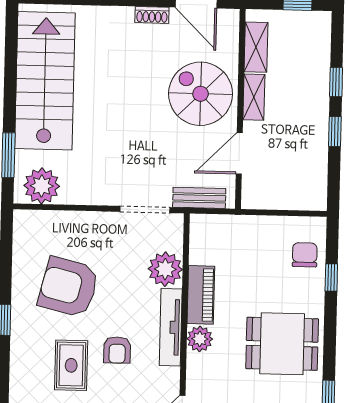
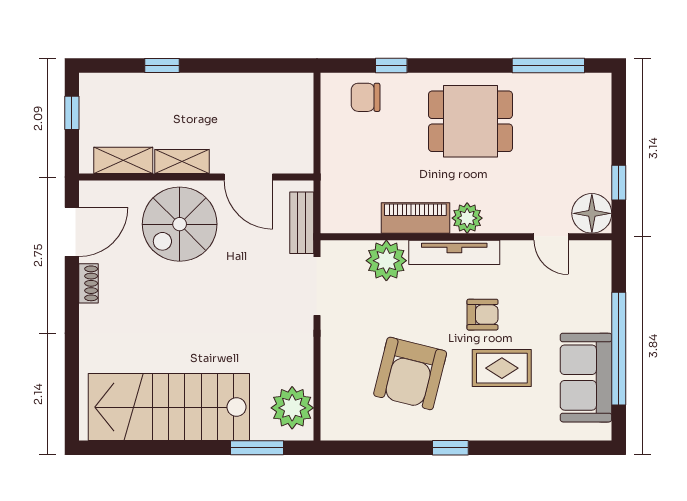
window: (335, 132) -> (220, 65), removed
dining table: (282, 344) -> (470, 121), turned 90

